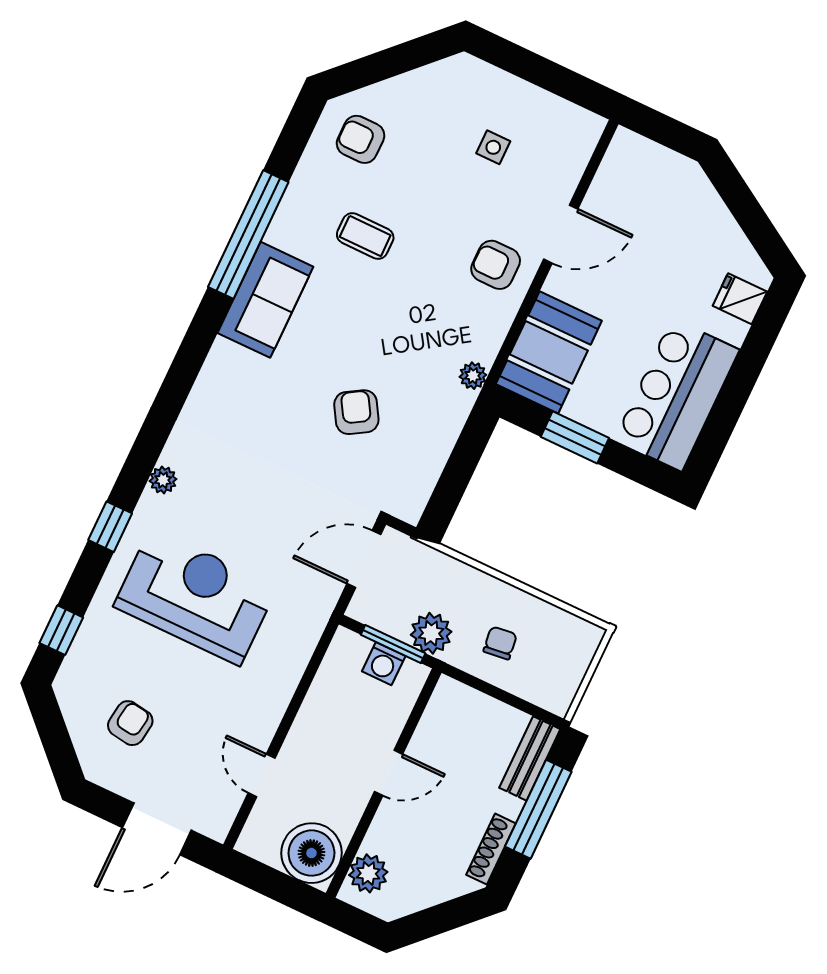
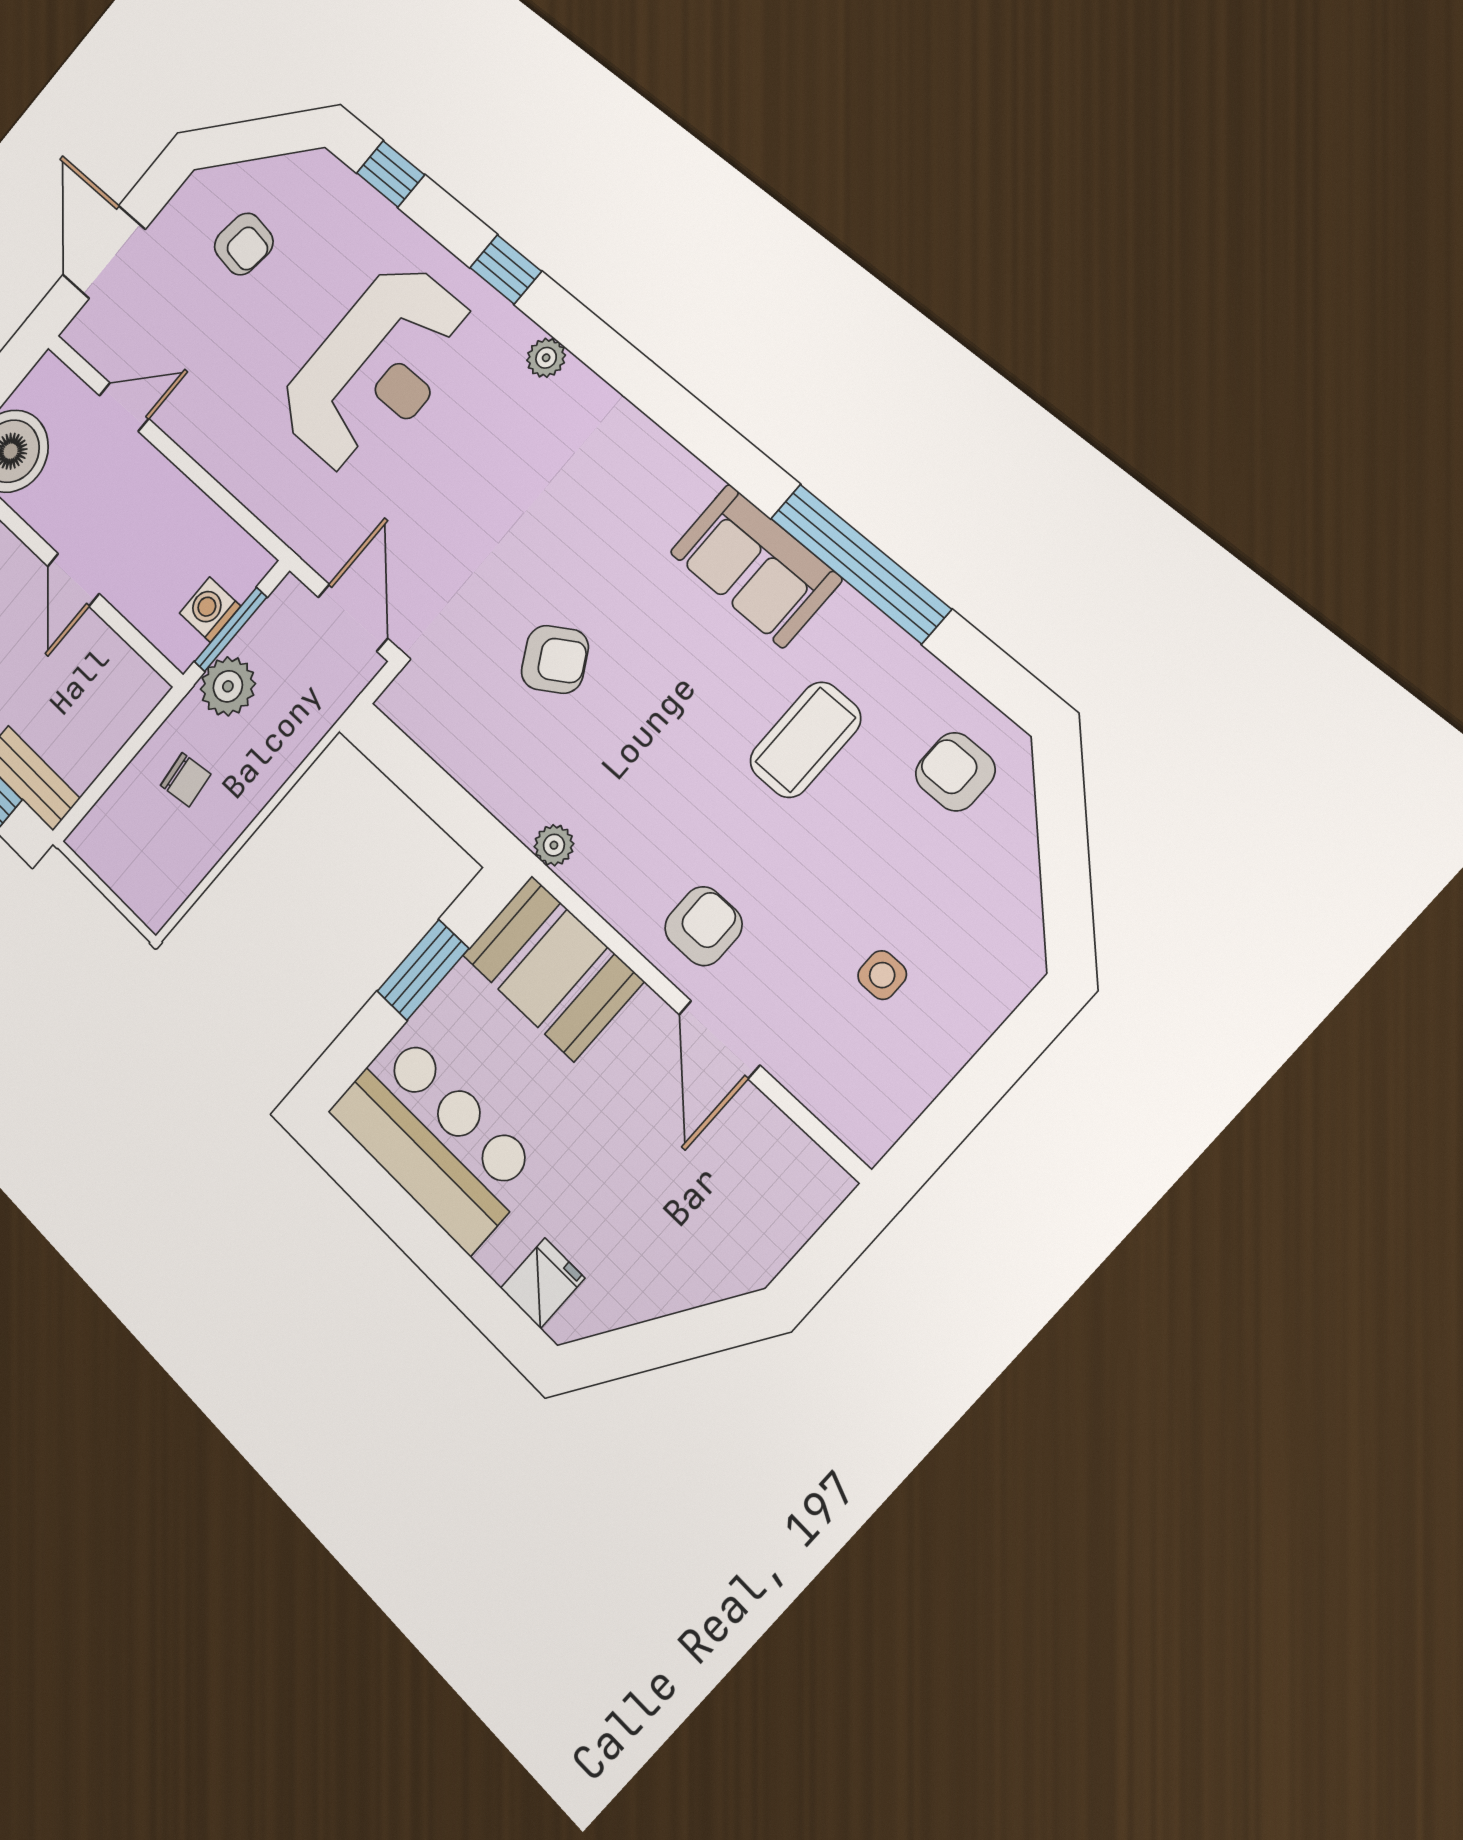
armchair: (361, 139) -> (955, 772), turned -90
coffee table: (365, 236) -> (805, 740), width x1.36, depth x1.30

